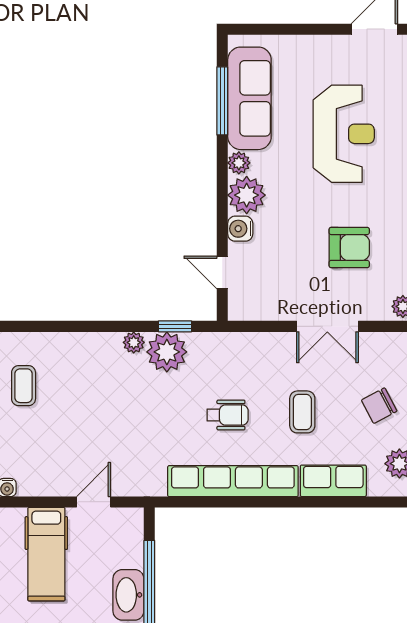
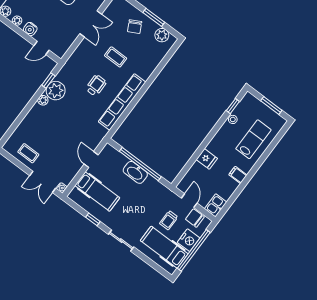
plant: (247, 195) -> (17, 21), width x0.53, depth x0.53
row of seats: (333, 481) -> (150, 65), removed

